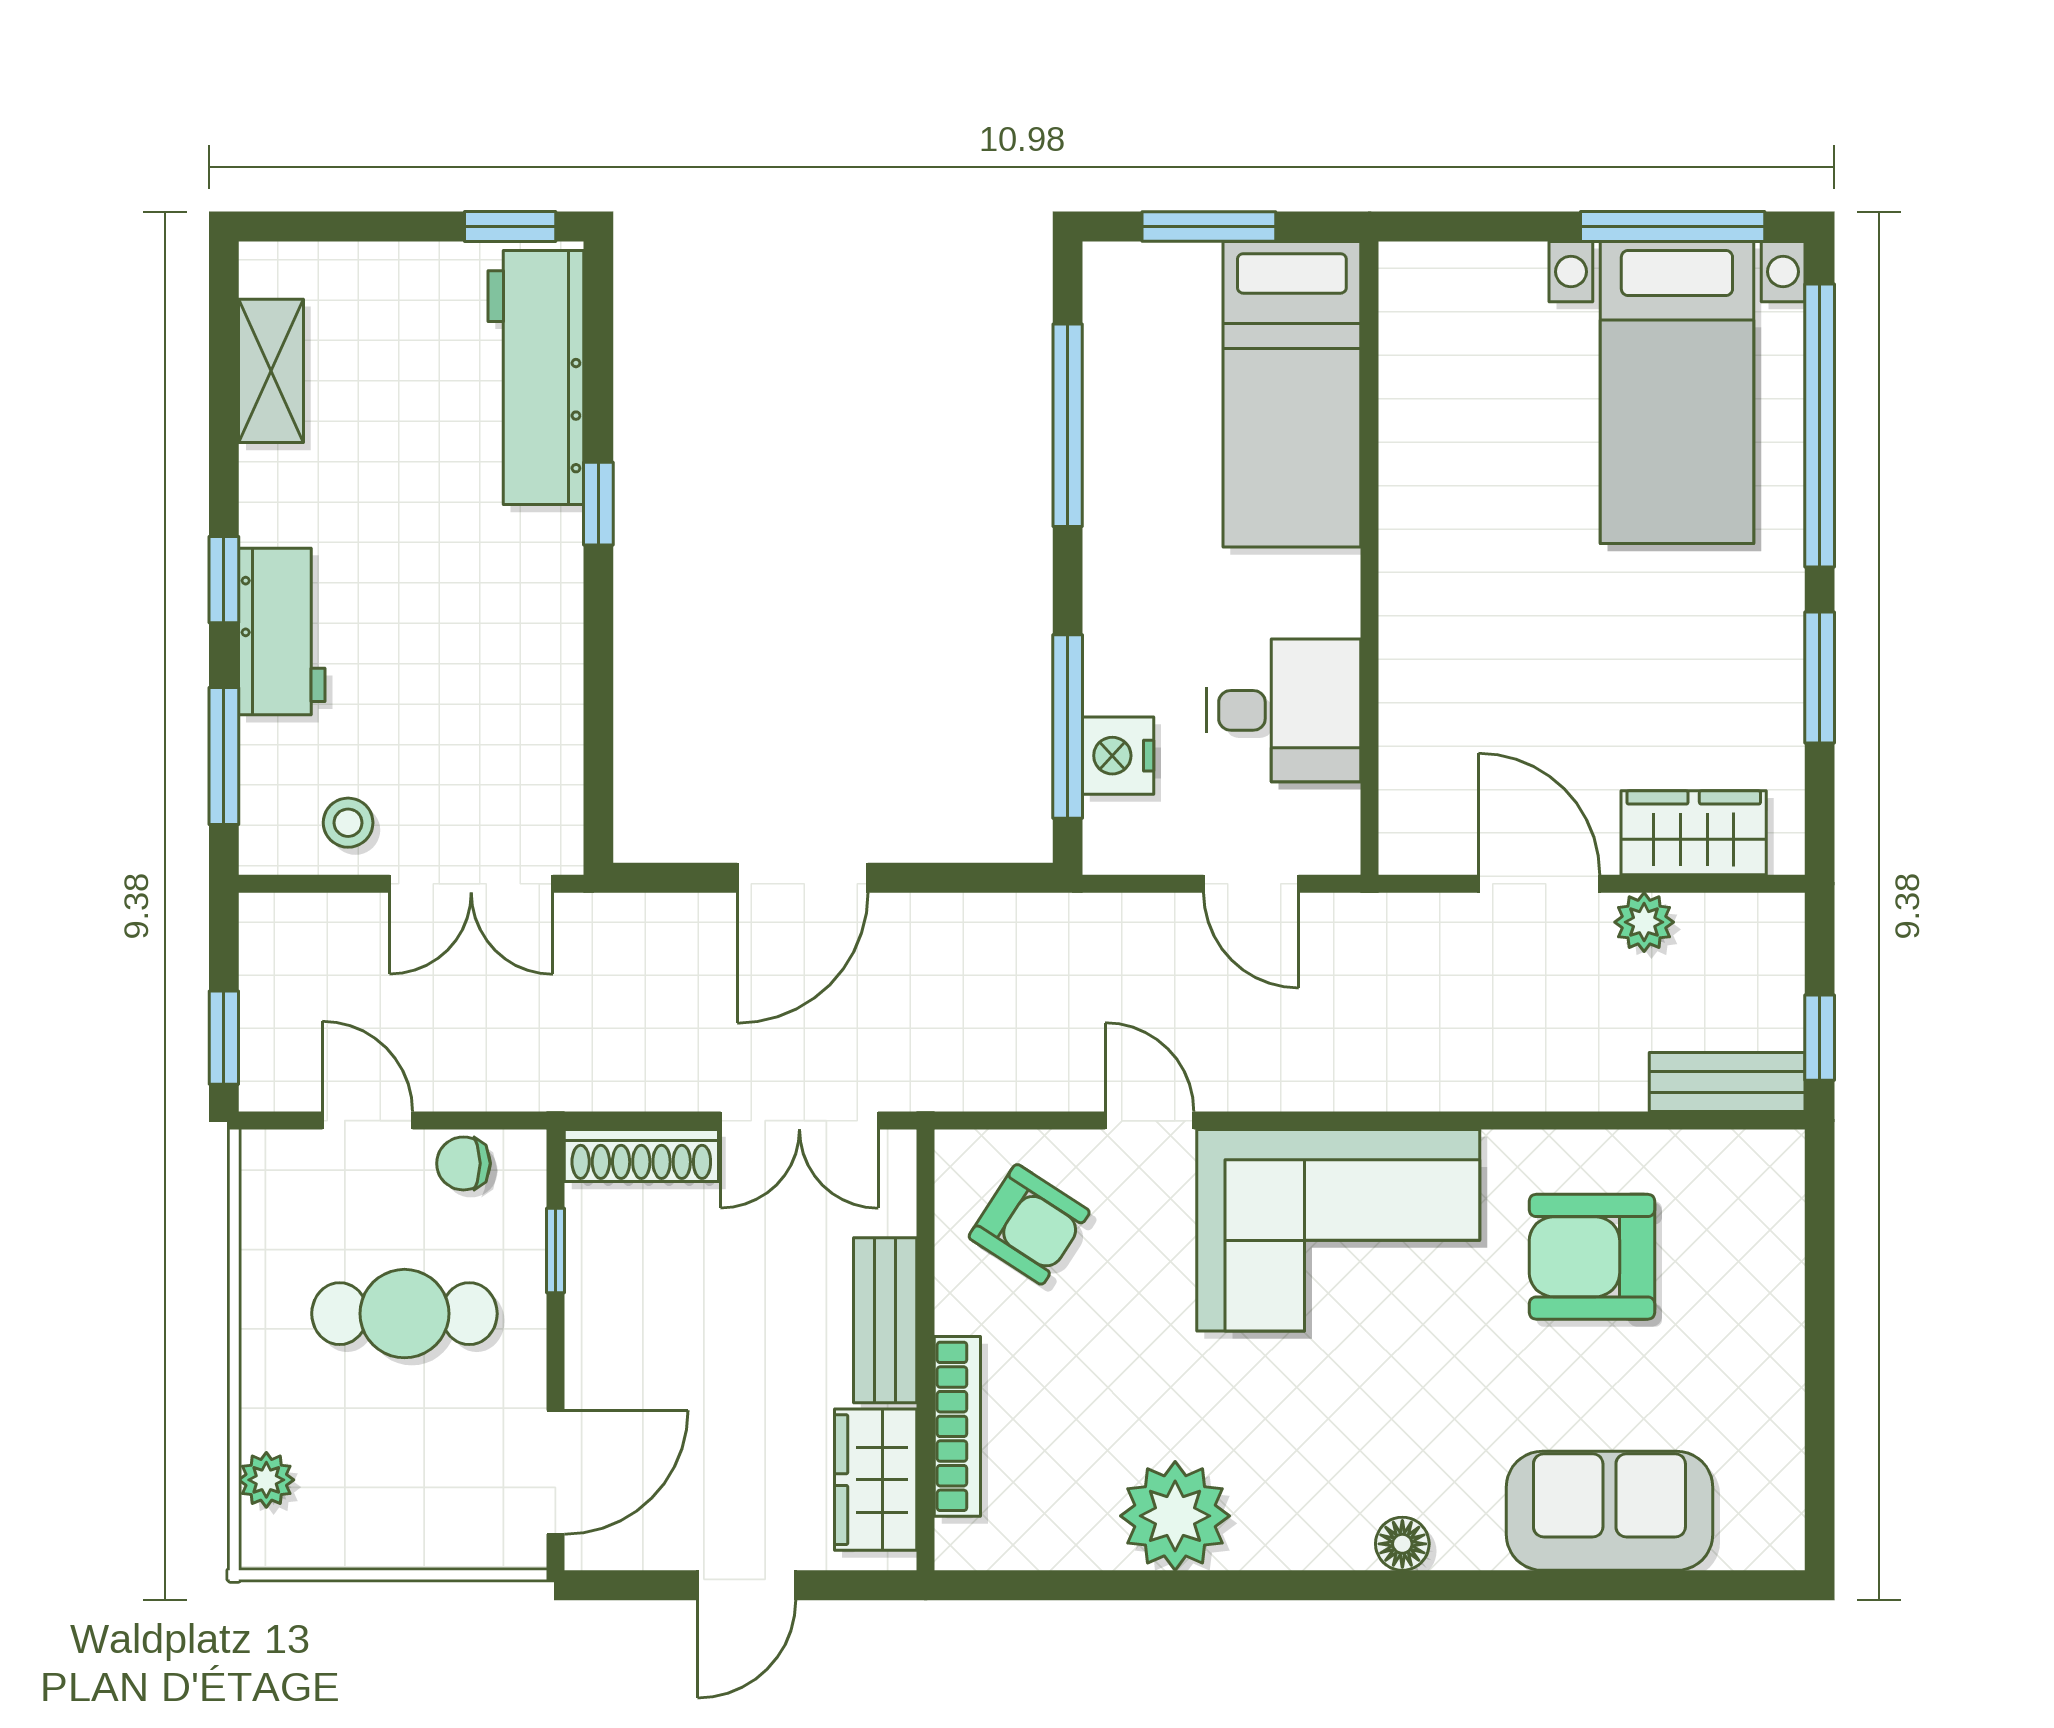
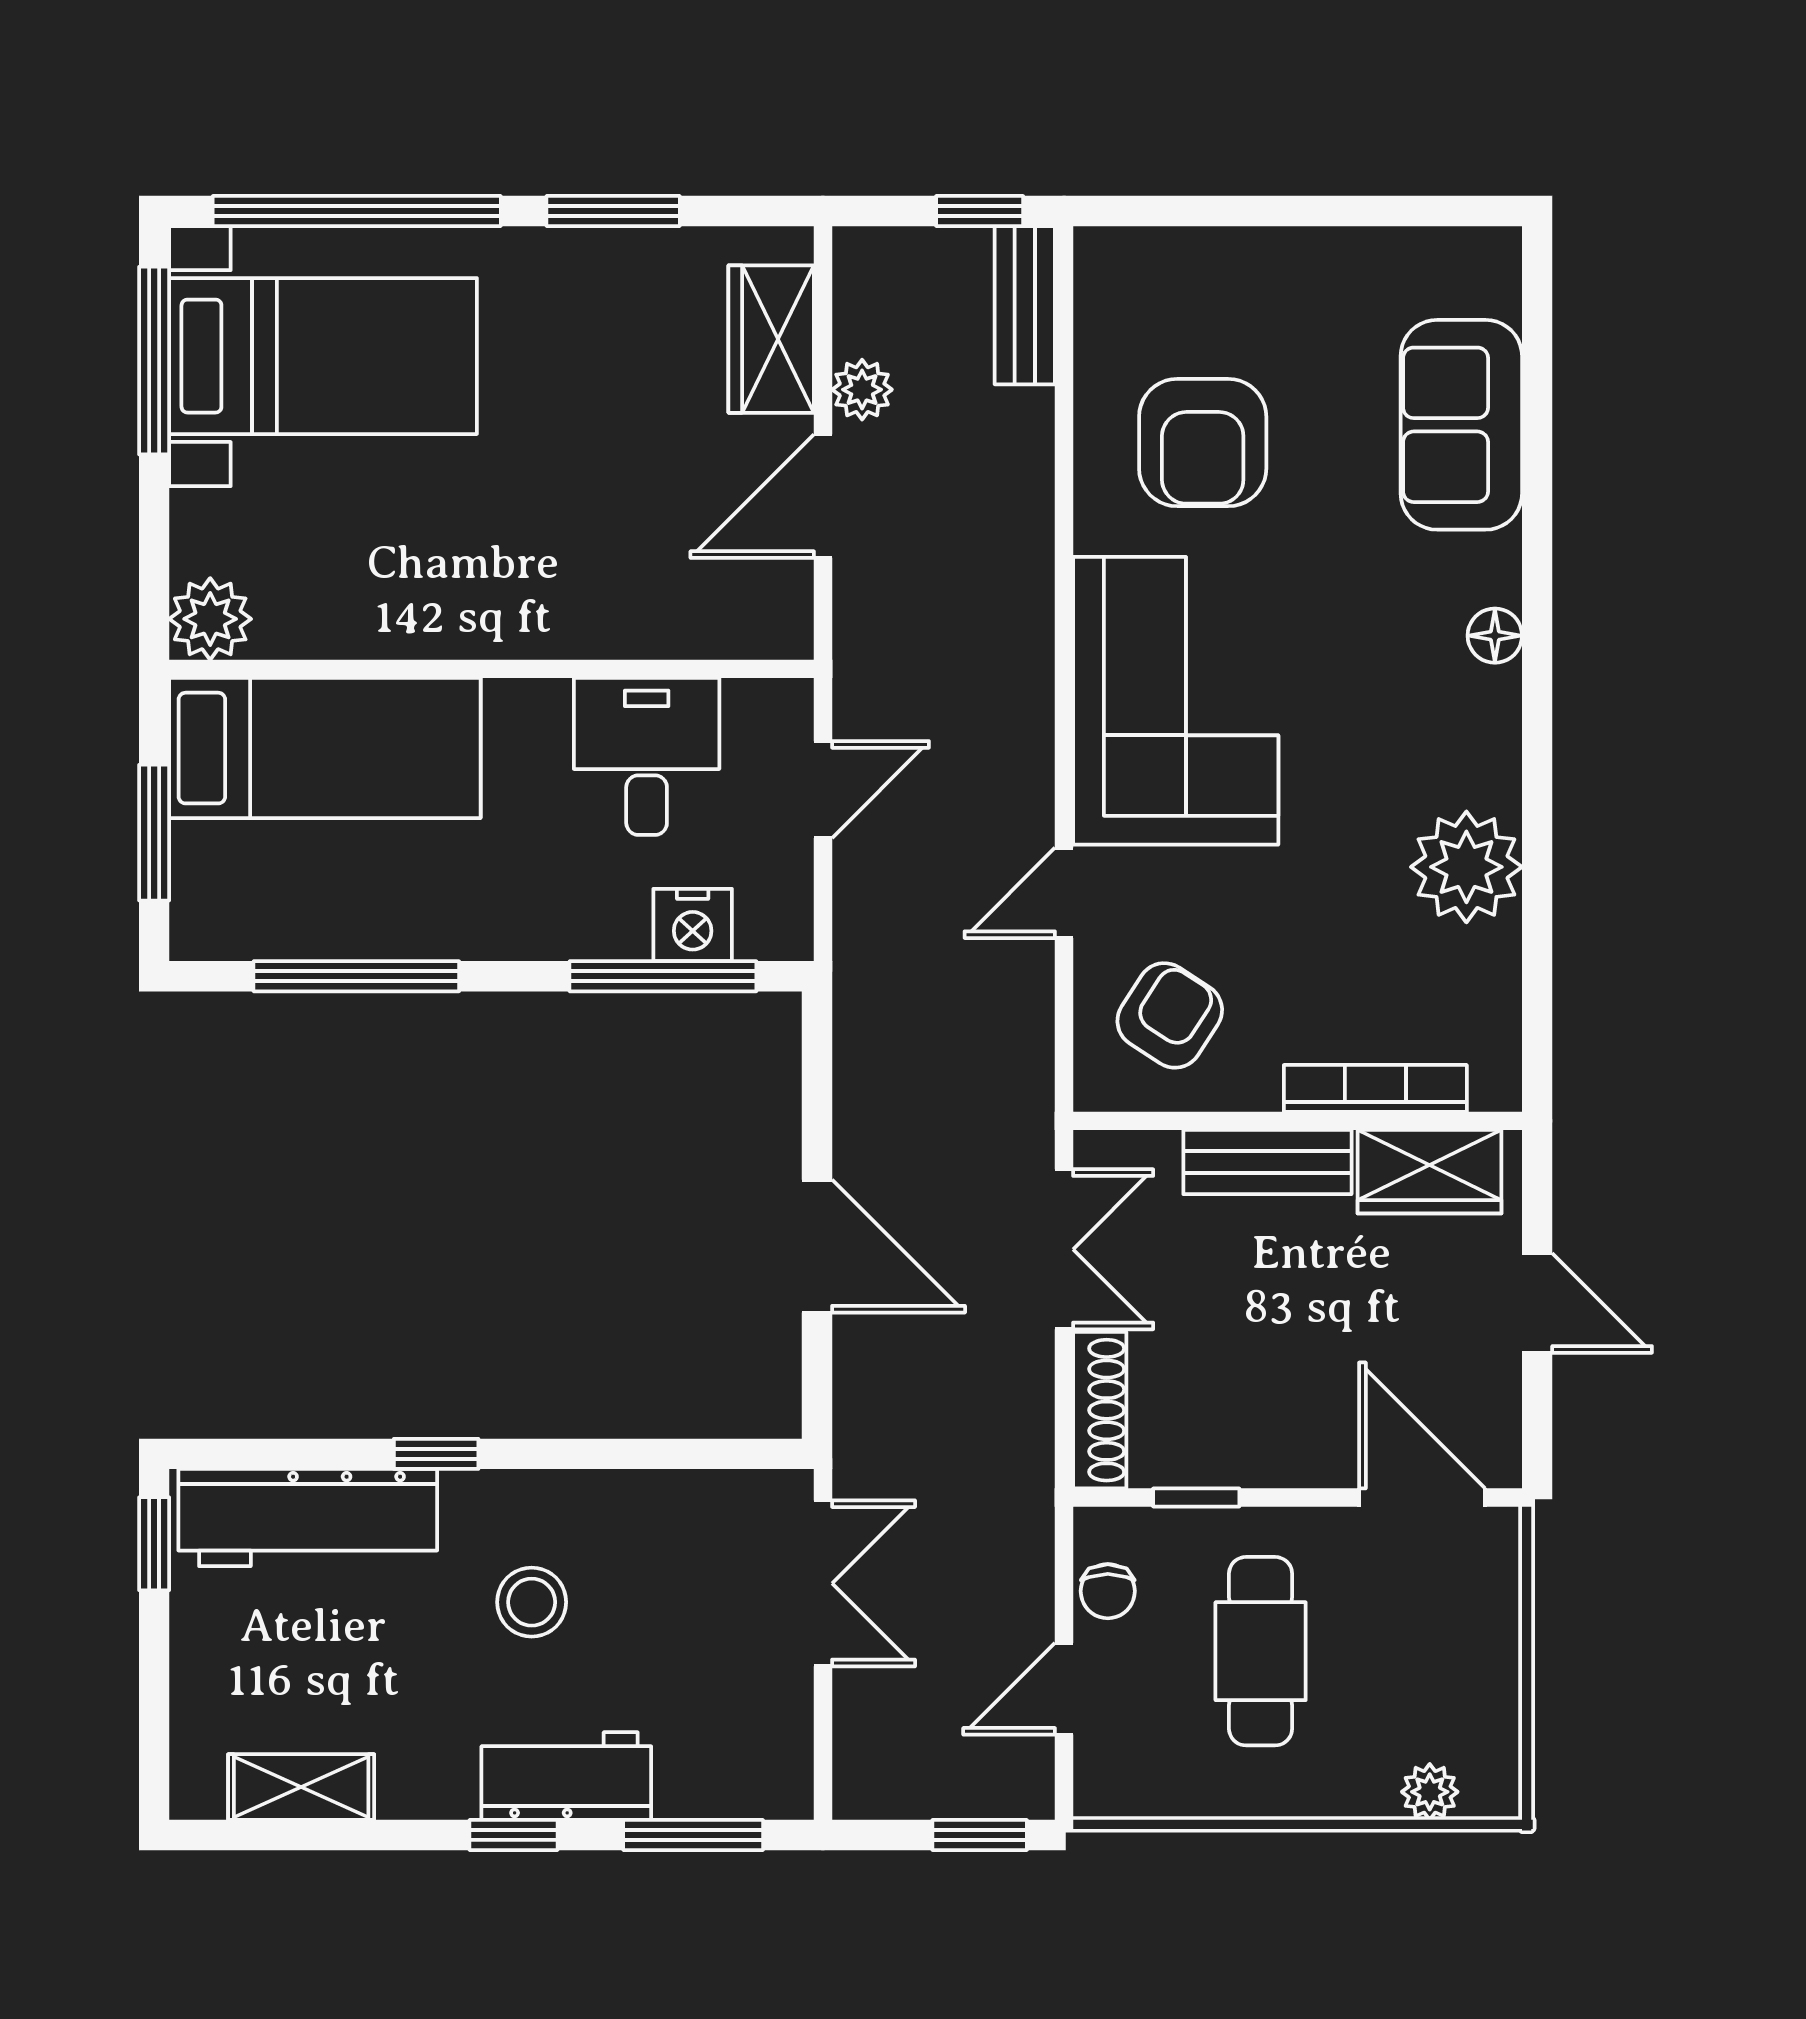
plant: (1419, 282) -> (210, 619), added
stool: (348, 823) -> (532, 1602), moved, width x1.37, depth x1.37

